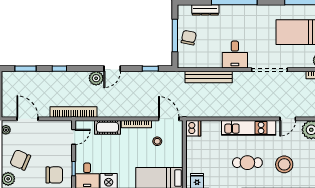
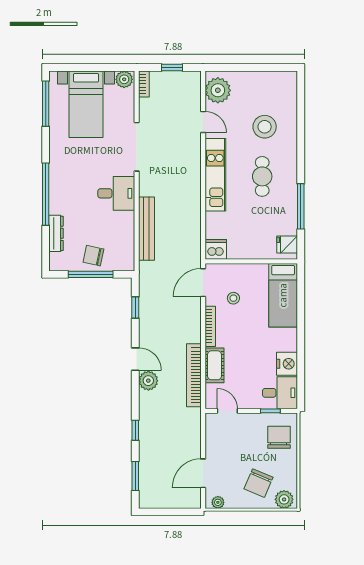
bookcase: (73, 112) -> (194, 375), moved

